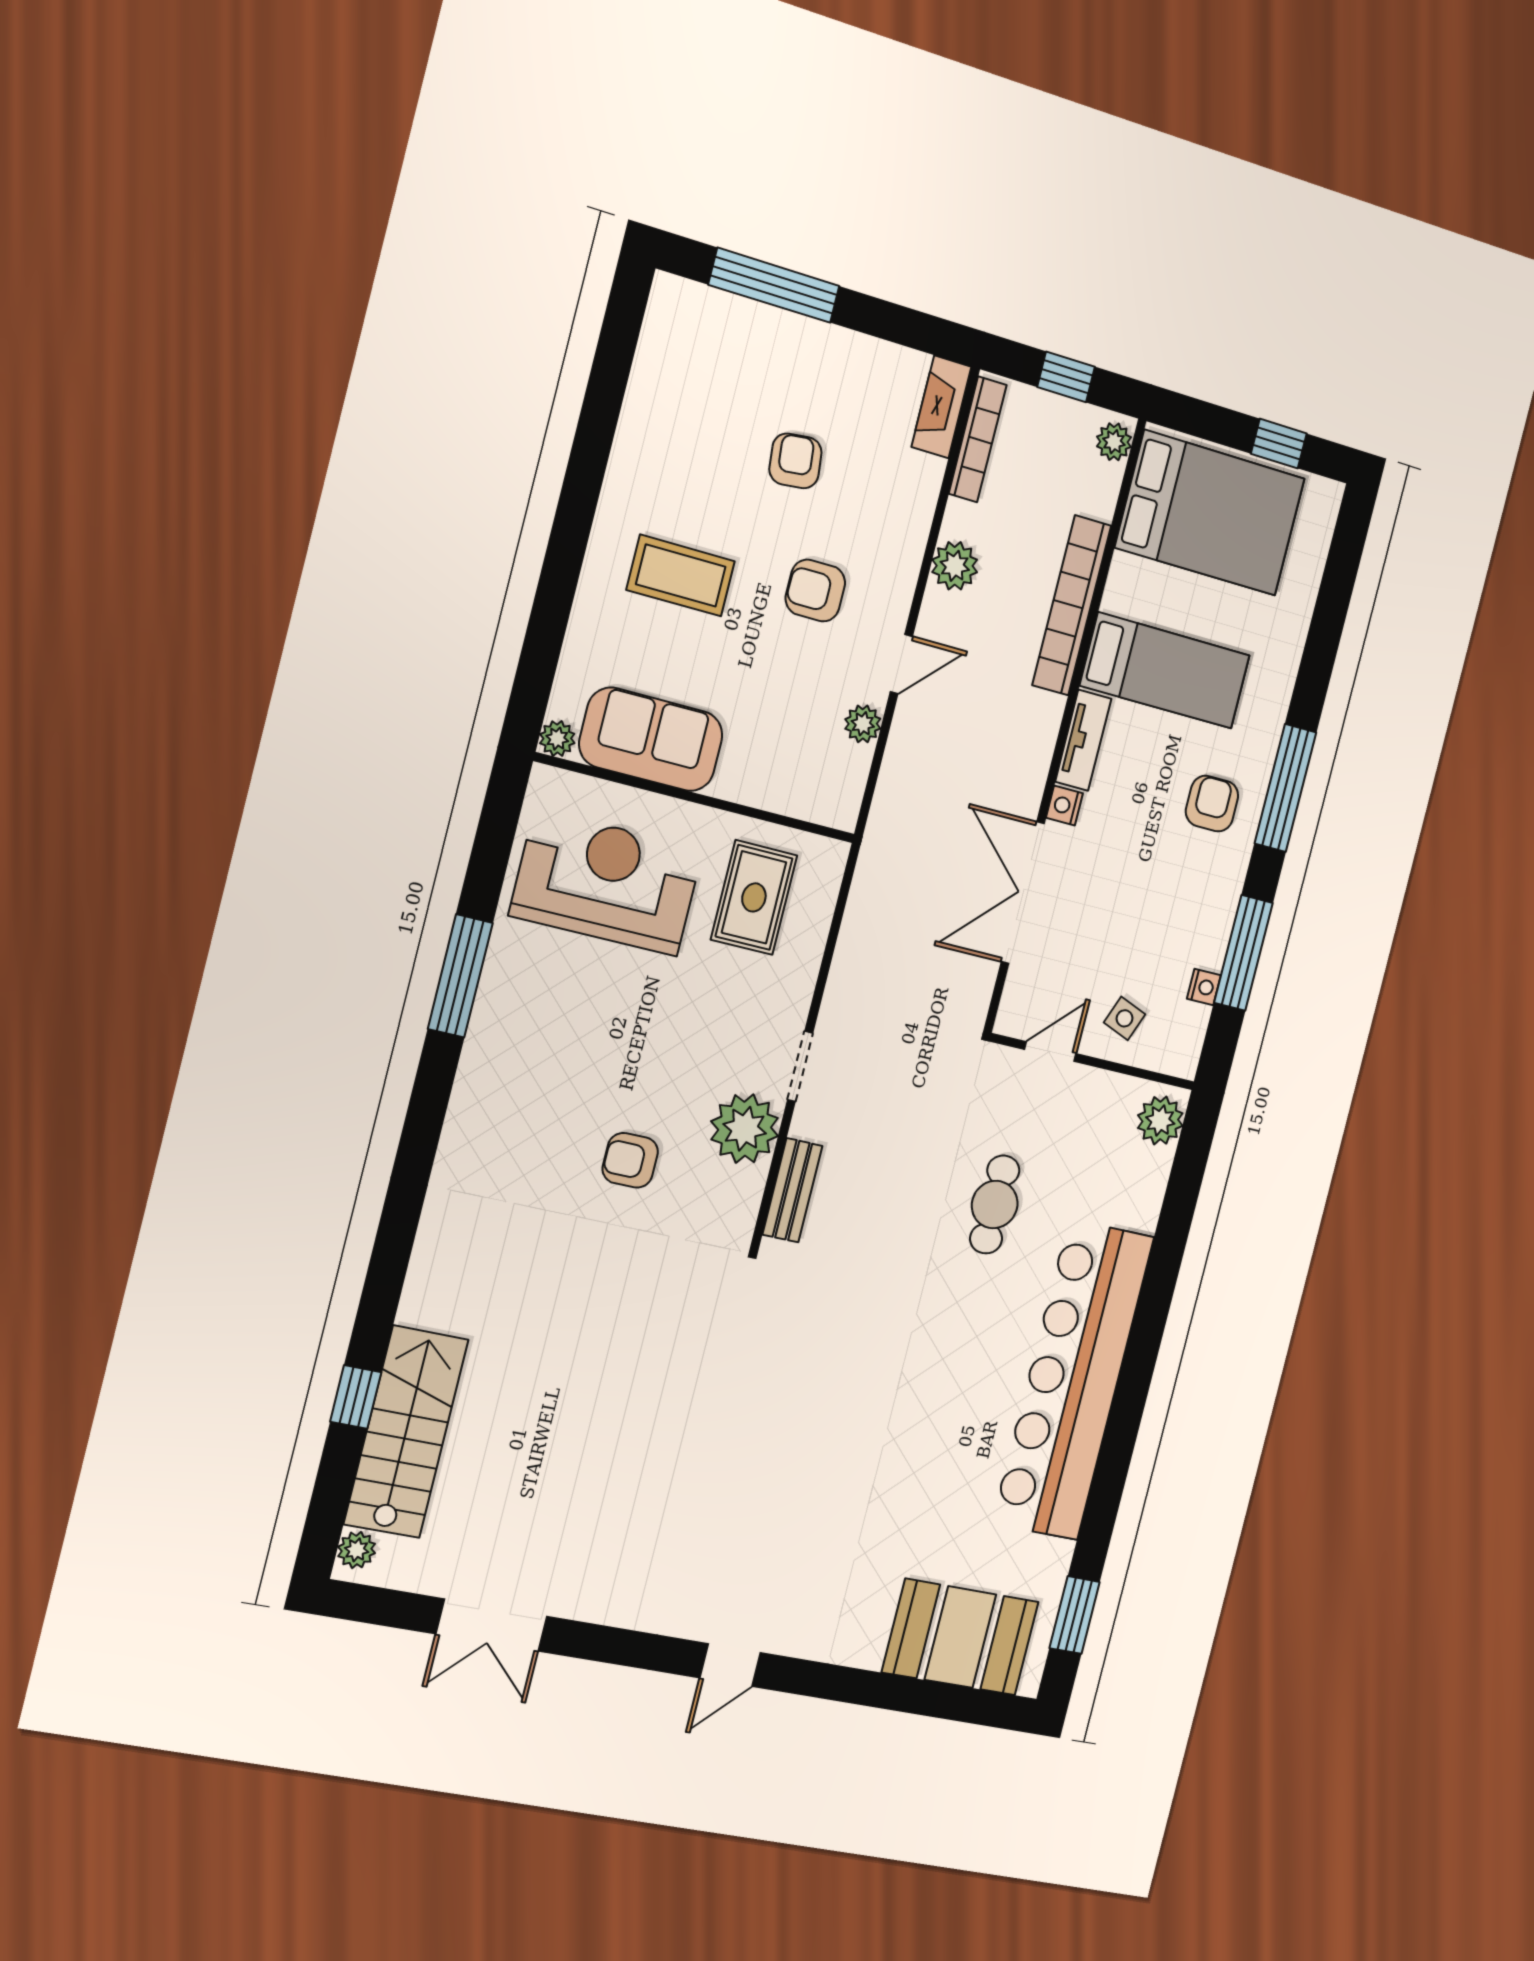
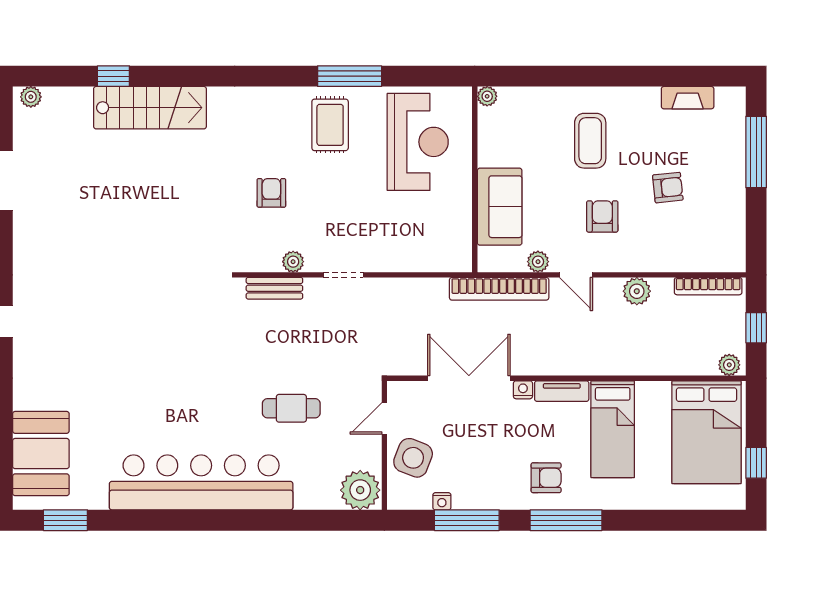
fireplace: (941, 407) -> (688, 98), moved, turned 180
bookcase: (1072, 605) -> (499, 289), moved, turned 180
sofa: (651, 739) -> (500, 207), moved
rug: (754, 897) -> (330, 125), moved, turned 90
side table: (1125, 1018) -> (413, 458), width x1.87, depth x1.87
door: (1050, 1052) -> (384, 418), swing flipped
plant: (1160, 1121) -> (360, 490), width x1.36, depth x1.36
plant: (745, 1129) -> (293, 262), width x0.53, depth x0.53
stairs: (406, 1432) -> (150, 108), moved

